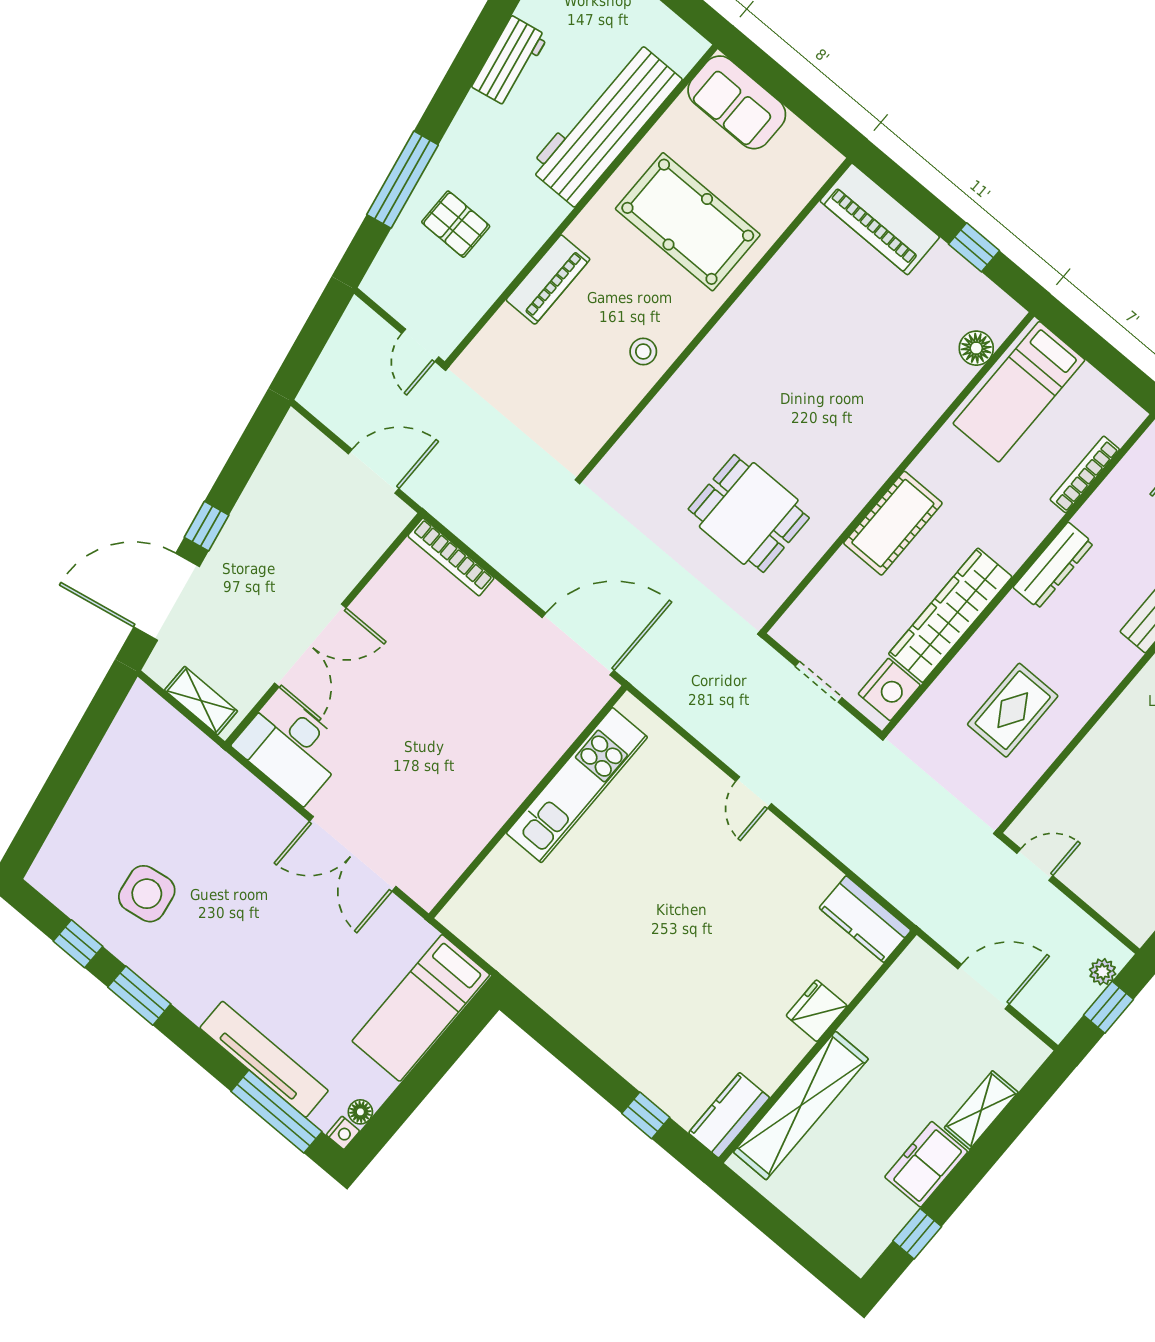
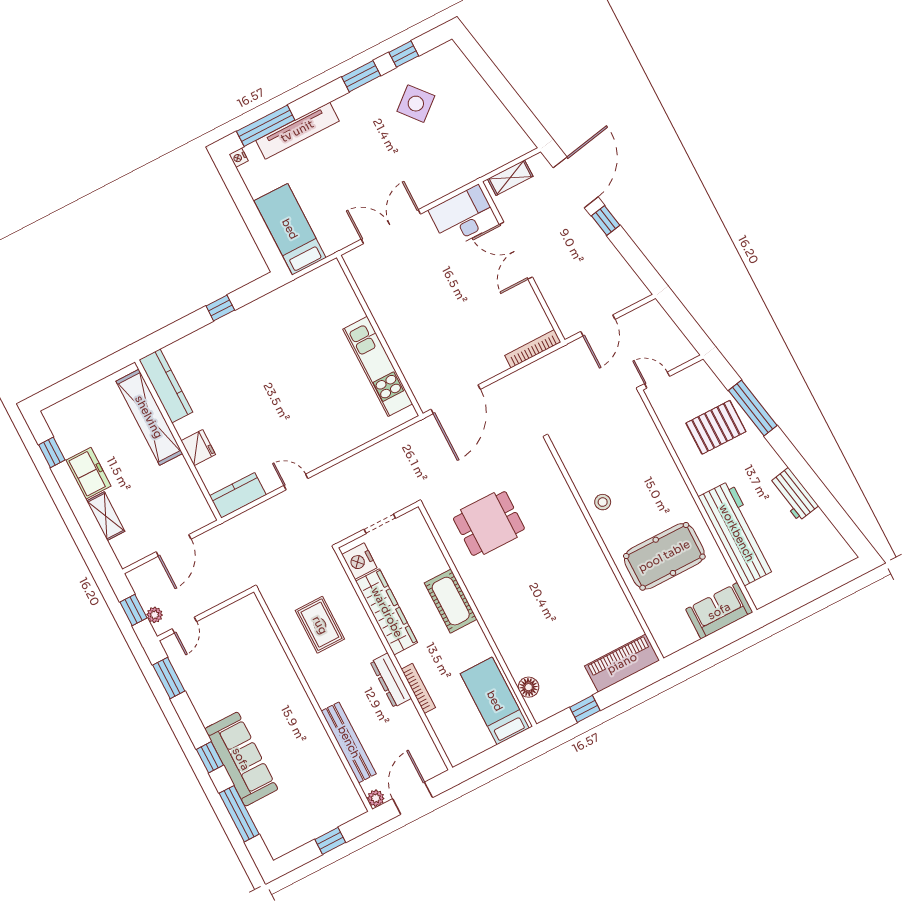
pallet: (456, 224) -> (716, 427), width x1.50, depth x1.42
piano: (548, 280) -> (664, 466), removed
bookcase: (1085, 474) -> (418, 688), moved
door: (754, 792) -> (296, 482), moved
door: (1035, 865) -> (184, 625), moved
side table: (147, 894) -> (416, 104), turned -31
floor lamp: (360, 1112) -> (246, 172), removed
window: (646, 1115) -> (220, 308), moved
kitchen counter: (729, 1115) -> (166, 386), width x1.50

